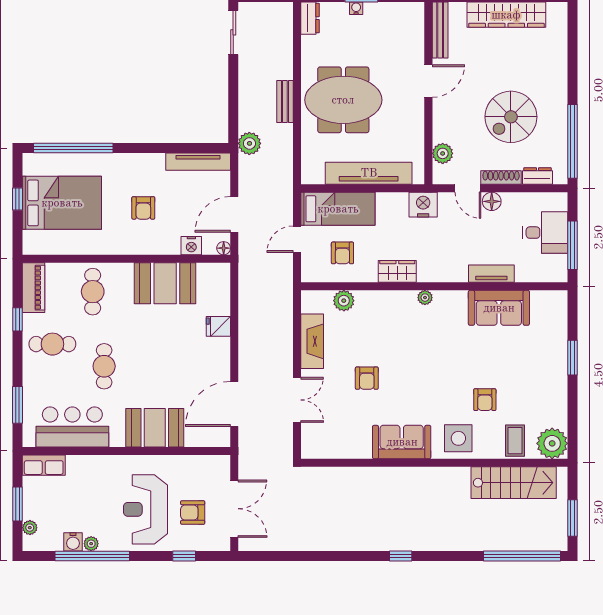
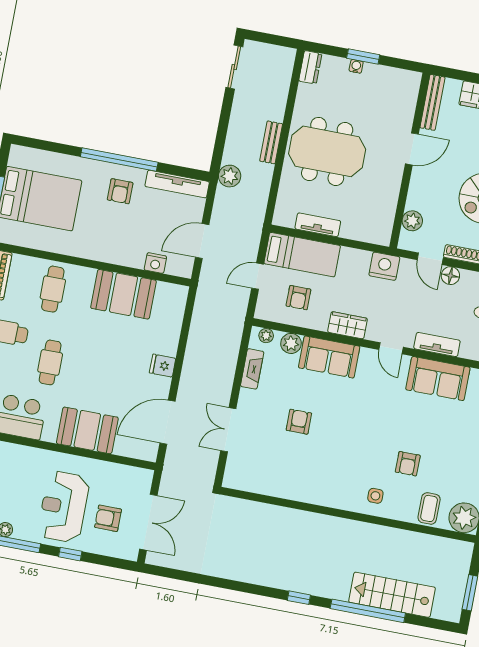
window: (73, 148) -> (119, 160), moved
tv unit: (369, 173) -> (318, 225), width x0.52, depth x0.78
armchair: (143, 208) -> (120, 191), moved
floor lamp: (224, 248) -> (186, 271), removed
door: (446, 286) -> (391, 348), added
plant: (425, 298) -> (266, 336), moved
fridge: (218, 326) -> (163, 366), moved
fireplace: (312, 341) -> (252, 369), width x0.73, depth x0.76
armchair: (367, 378) -> (299, 422), turned 180
double door: (297, 400) -> (228, 430), swing flipped
side table: (458, 438) -> (375, 496), width x0.54, depth x0.54
sofa: (402, 442) -> (329, 357), moved, turned 180
stairs: (514, 483) -> (392, 595), moved, turned 180
window: (184, 556) -> (70, 554), moved
window: (522, 556) -> (368, 611), moved

